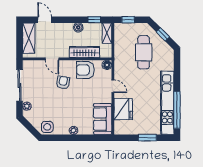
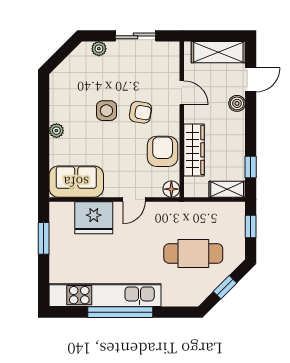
boiler: (78, 27) -> (237, 103), moved
door: (52, 59) -> (182, 93), swing flipped
sliding door: (20, 85) -> (136, 36), width x0.73
window: (177, 110) -> (120, 312), moved
side table: (47, 127) -> (106, 111), moved
window: (147, 138) -> (44, 238), moved

